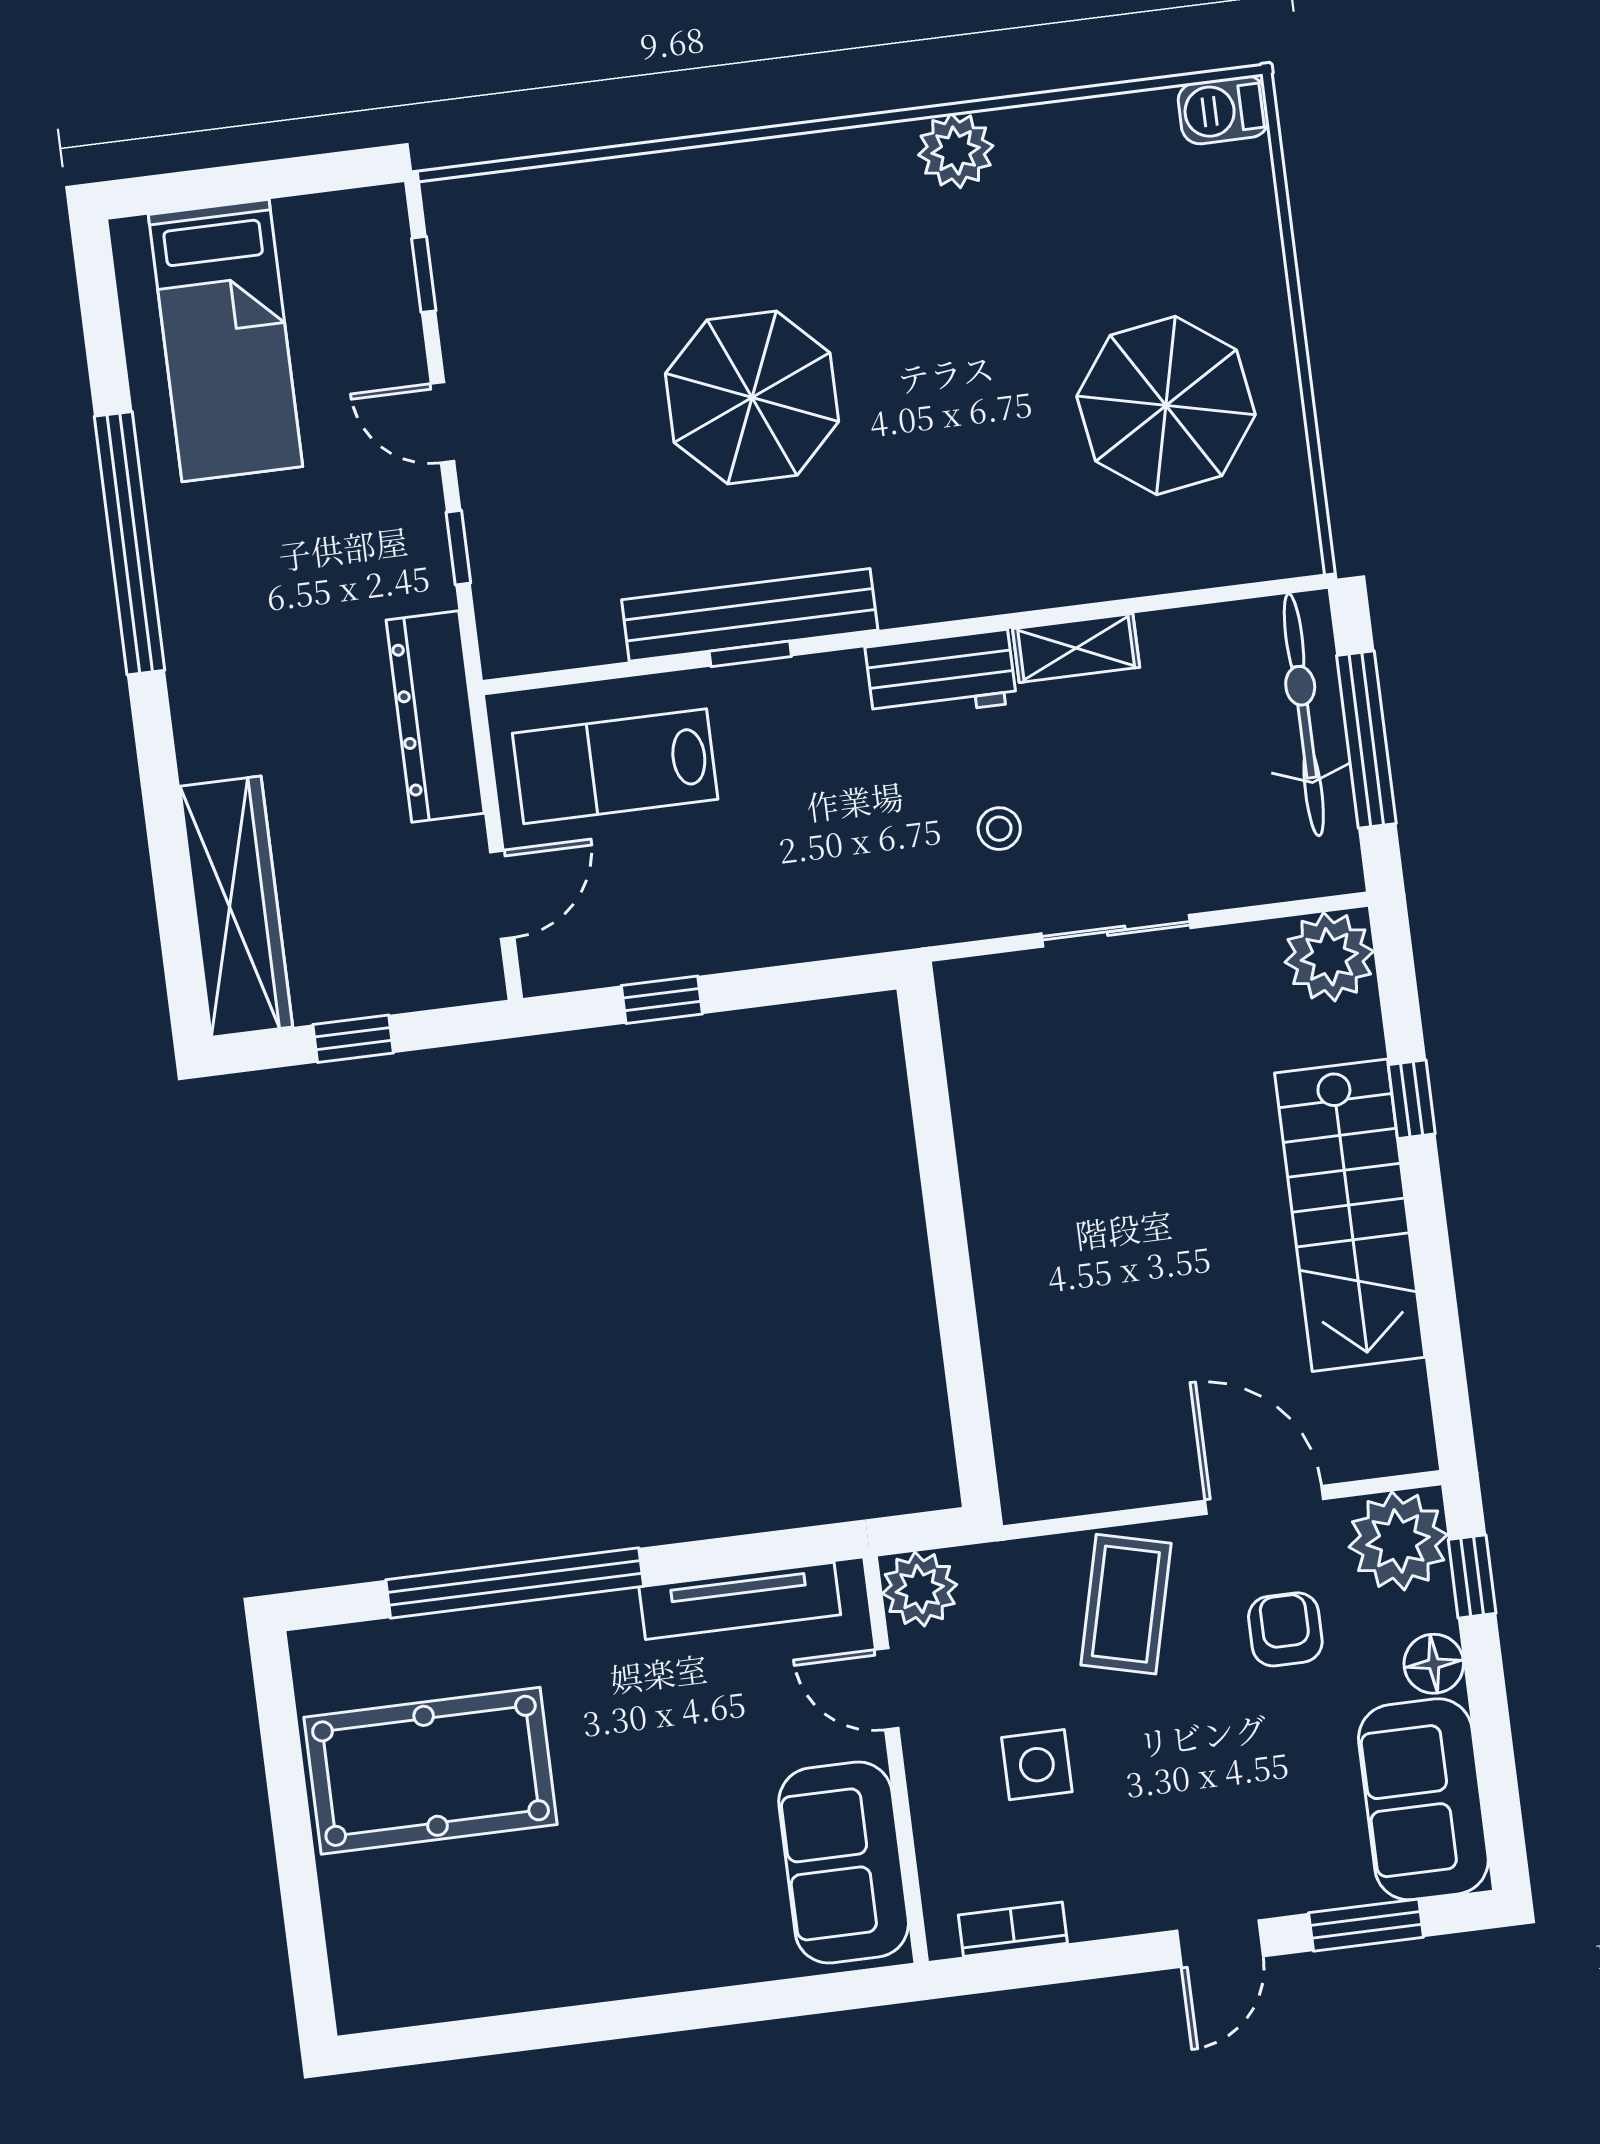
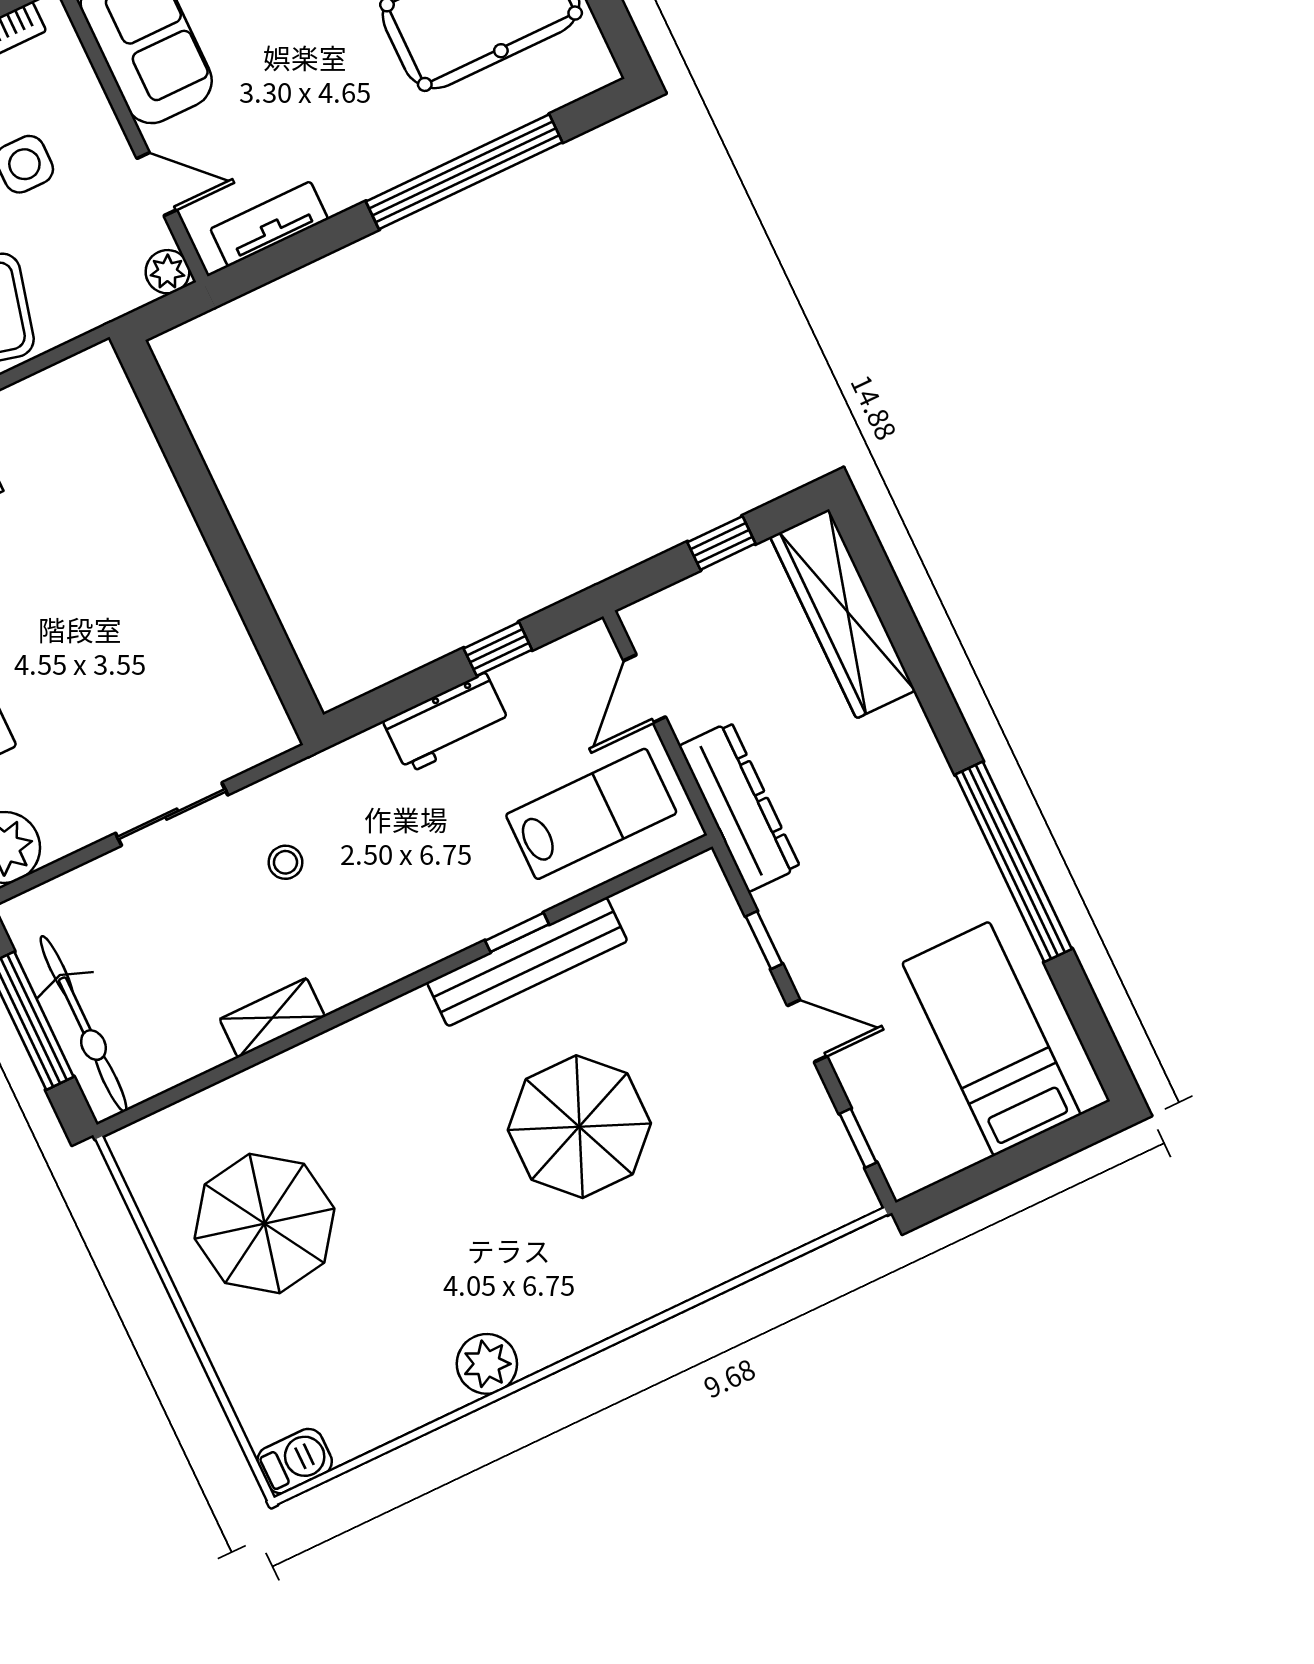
workbench: (941, 675) -> (447, 723), moved, turned 180
plant: (920, 1589) -> (167, 272), width x0.73, depth x0.73
tv unit: (740, 1601) -> (269, 224), width x0.71

